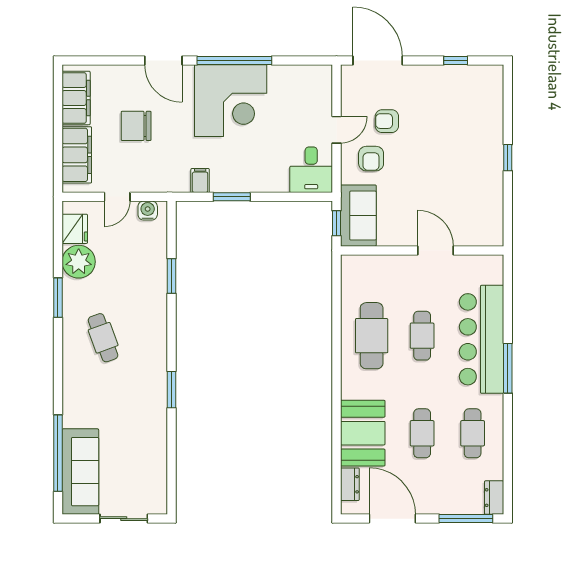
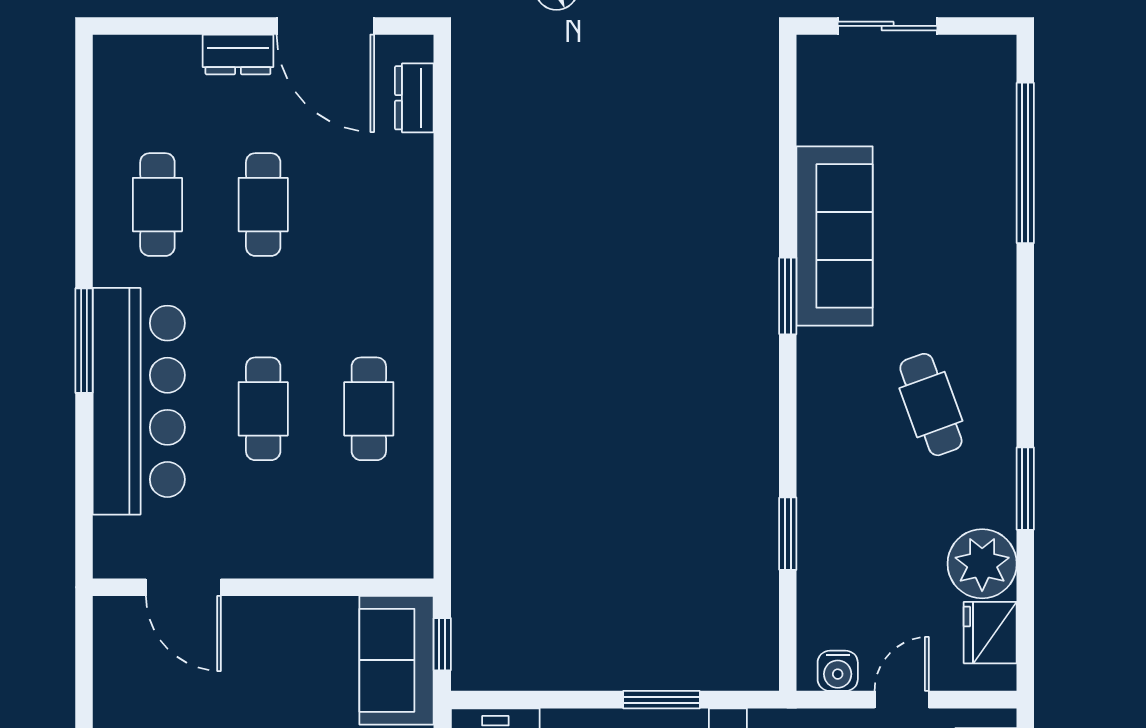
door: (436, 250) -> (183, 587), moved
cafe table: (372, 336) -> (369, 409), width x0.73, depth x0.74
booth: (363, 433) -> (387, 205), removed
sofa: (80, 472) -> (835, 236), moved, turned 180
dresser: (494, 498) -> (238, 54), moved, turned 90
window: (466, 519) -> (171, 26), removed

